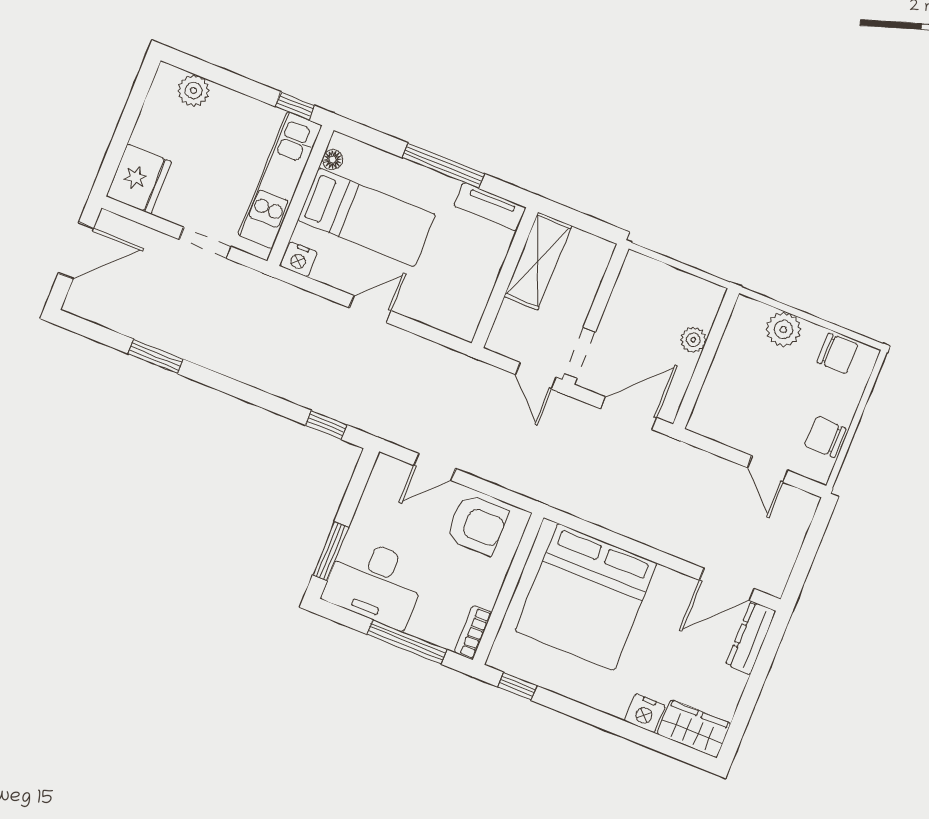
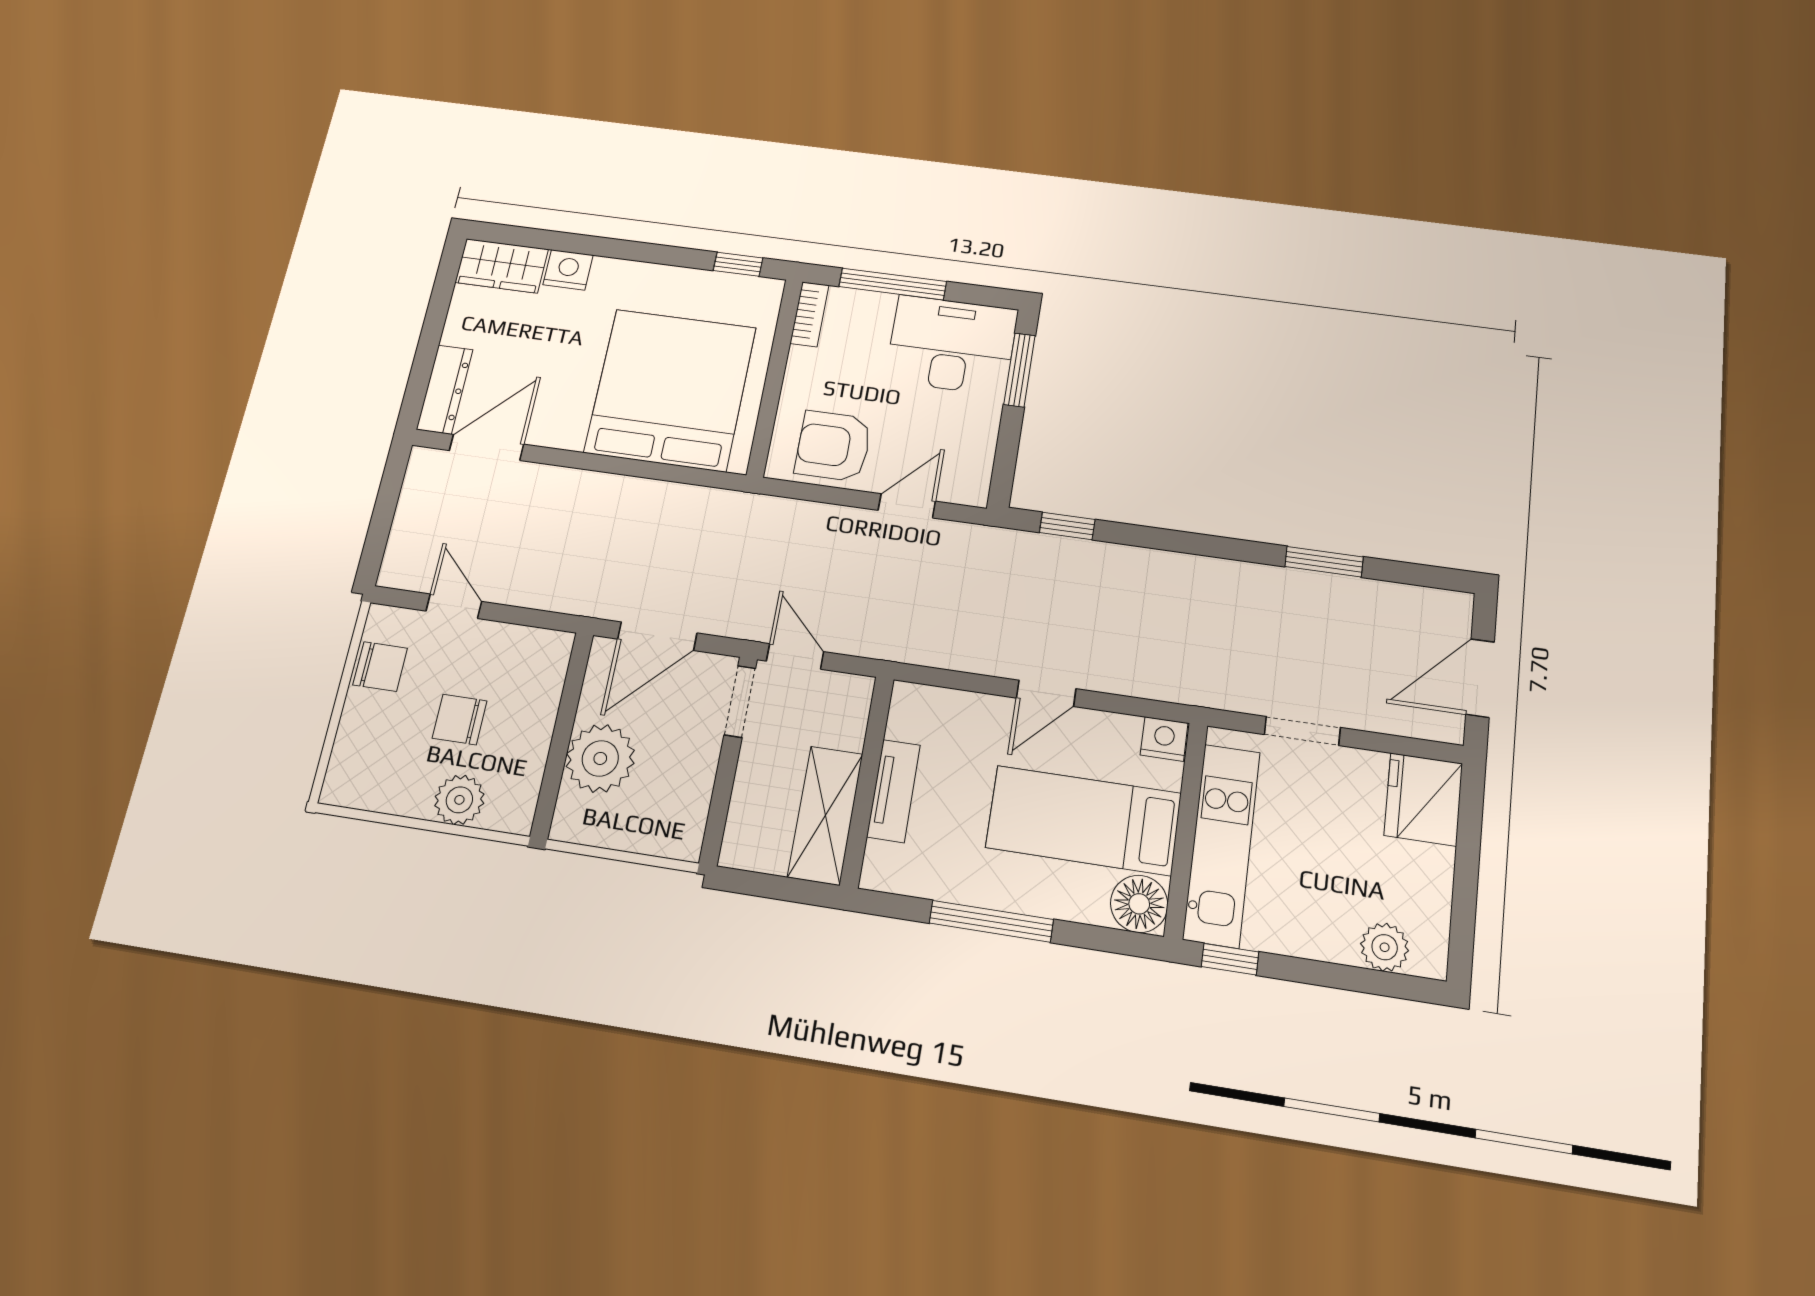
floor lamp: (333, 160) -> (1139, 904), width x1.89, depth x1.89
tv unit: (490, 207) -> (894, 791), moved, turned 90
plant: (693, 340) -> (600, 758), width x1.88, depth x1.88
chair: (837, 353) -> (460, 720), moved

